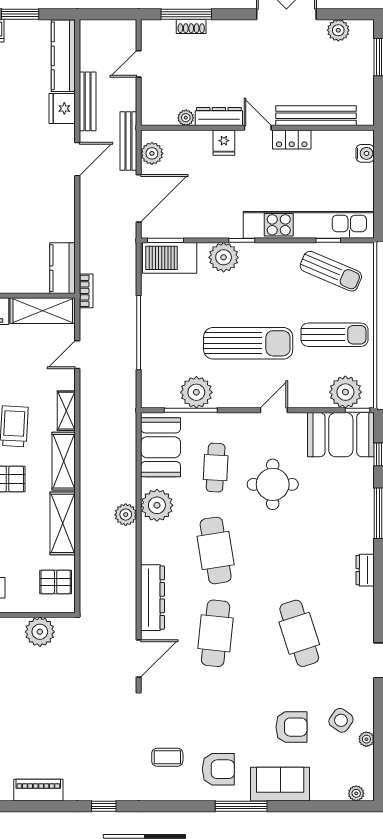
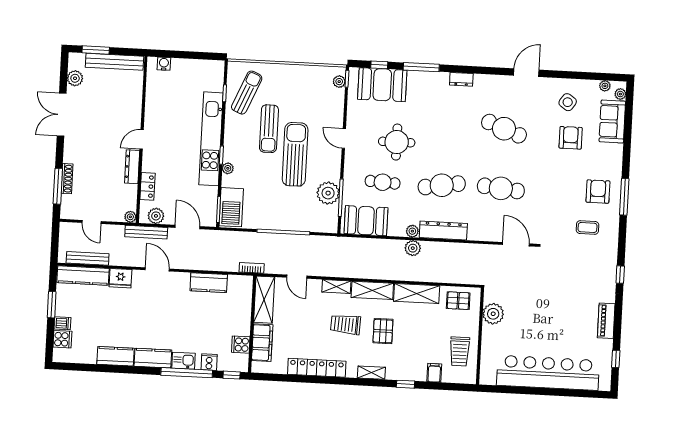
shoe rack: (191, 26) -> (67, 179), width x1.43
bench: (88, 101) -> (88, 258), moved
bench: (316, 116) -> (115, 62), moved, turned 90
plant: (186, 118) -> (130, 217), moved
locker: (292, 139) -> (147, 186), moved
fridge: (224, 143) -> (151, 164), removed
door: (139, 198) -> (188, 227), width x0.73
kitchen unit: (309, 225) -> (211, 139), moved
plant: (224, 257) -> (228, 168), width x0.53, depth x0.53
kitchen counter: (63, 268) -> (209, 283), moved
sun lounger: (334, 335) -> (269, 129), moved, turned 180
plant: (345, 392) -> (339, 82), width x0.53, depth x0.53
booth: (341, 435) -> (382, 85), moved, turned 90
plant: (157, 505) -> (412, 231), width x0.53, depth x0.53
pallet: (56, 582) -> (458, 301), turned 90
dresser: (153, 598) -> (443, 231), moved
cafe table: (299, 633) -> (504, 129), turned 39
plant: (366, 739) -> (605, 86), moved
coffee table: (167, 757) -> (587, 227), turned 90
sofa: (280, 784) -> (612, 121), moved
window: (241, 806) -> (624, 197), moved

